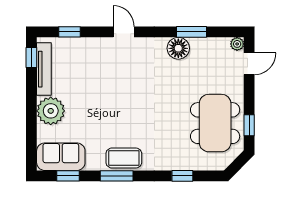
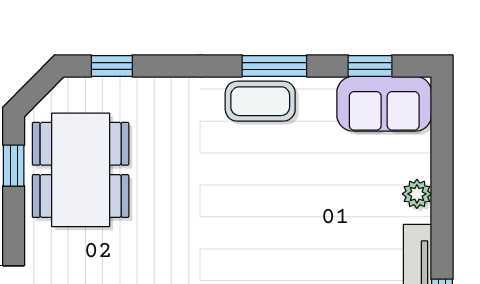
plant: (51, 111) -> (417, 194), width x0.53, depth x0.53
window: (182, 176) -> (112, 66), moved

